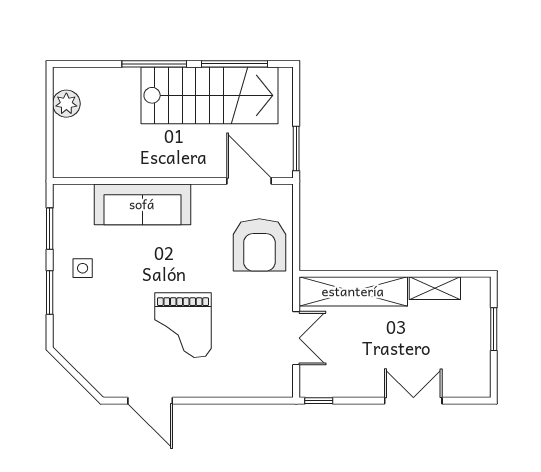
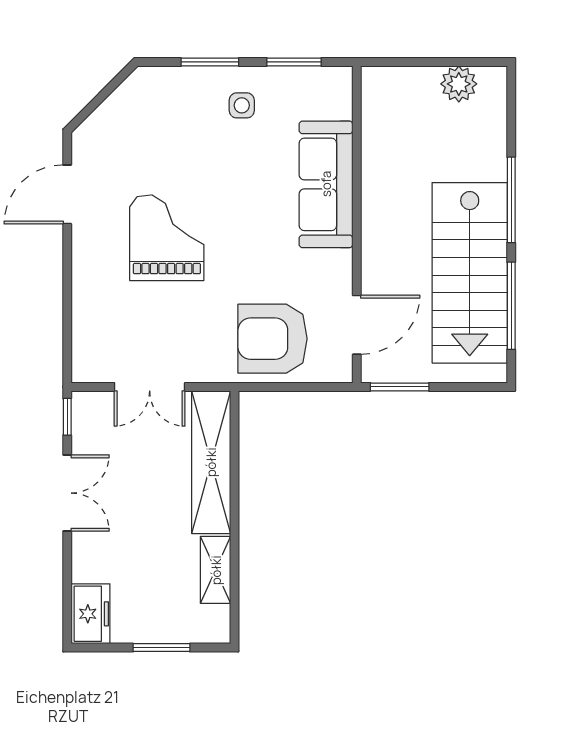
grand piano: (183, 325) -> (167, 238), turned 90
freezer: (468, 383) -> (90, 614), added
double door: (413, 401) -> (67, 493), moved

